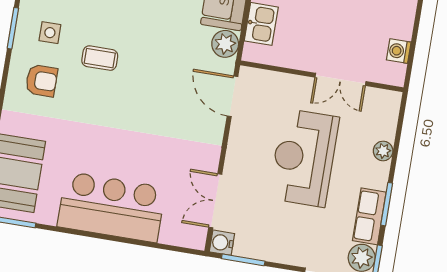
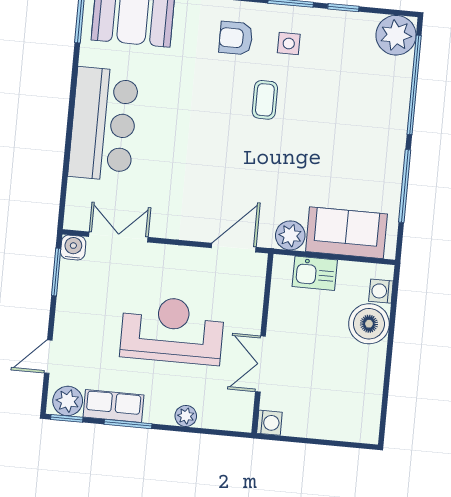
washing machine: (399, 51) -> (269, 423), moved, turned 90
armchair: (41, 81) -> (236, 38), turned 90

